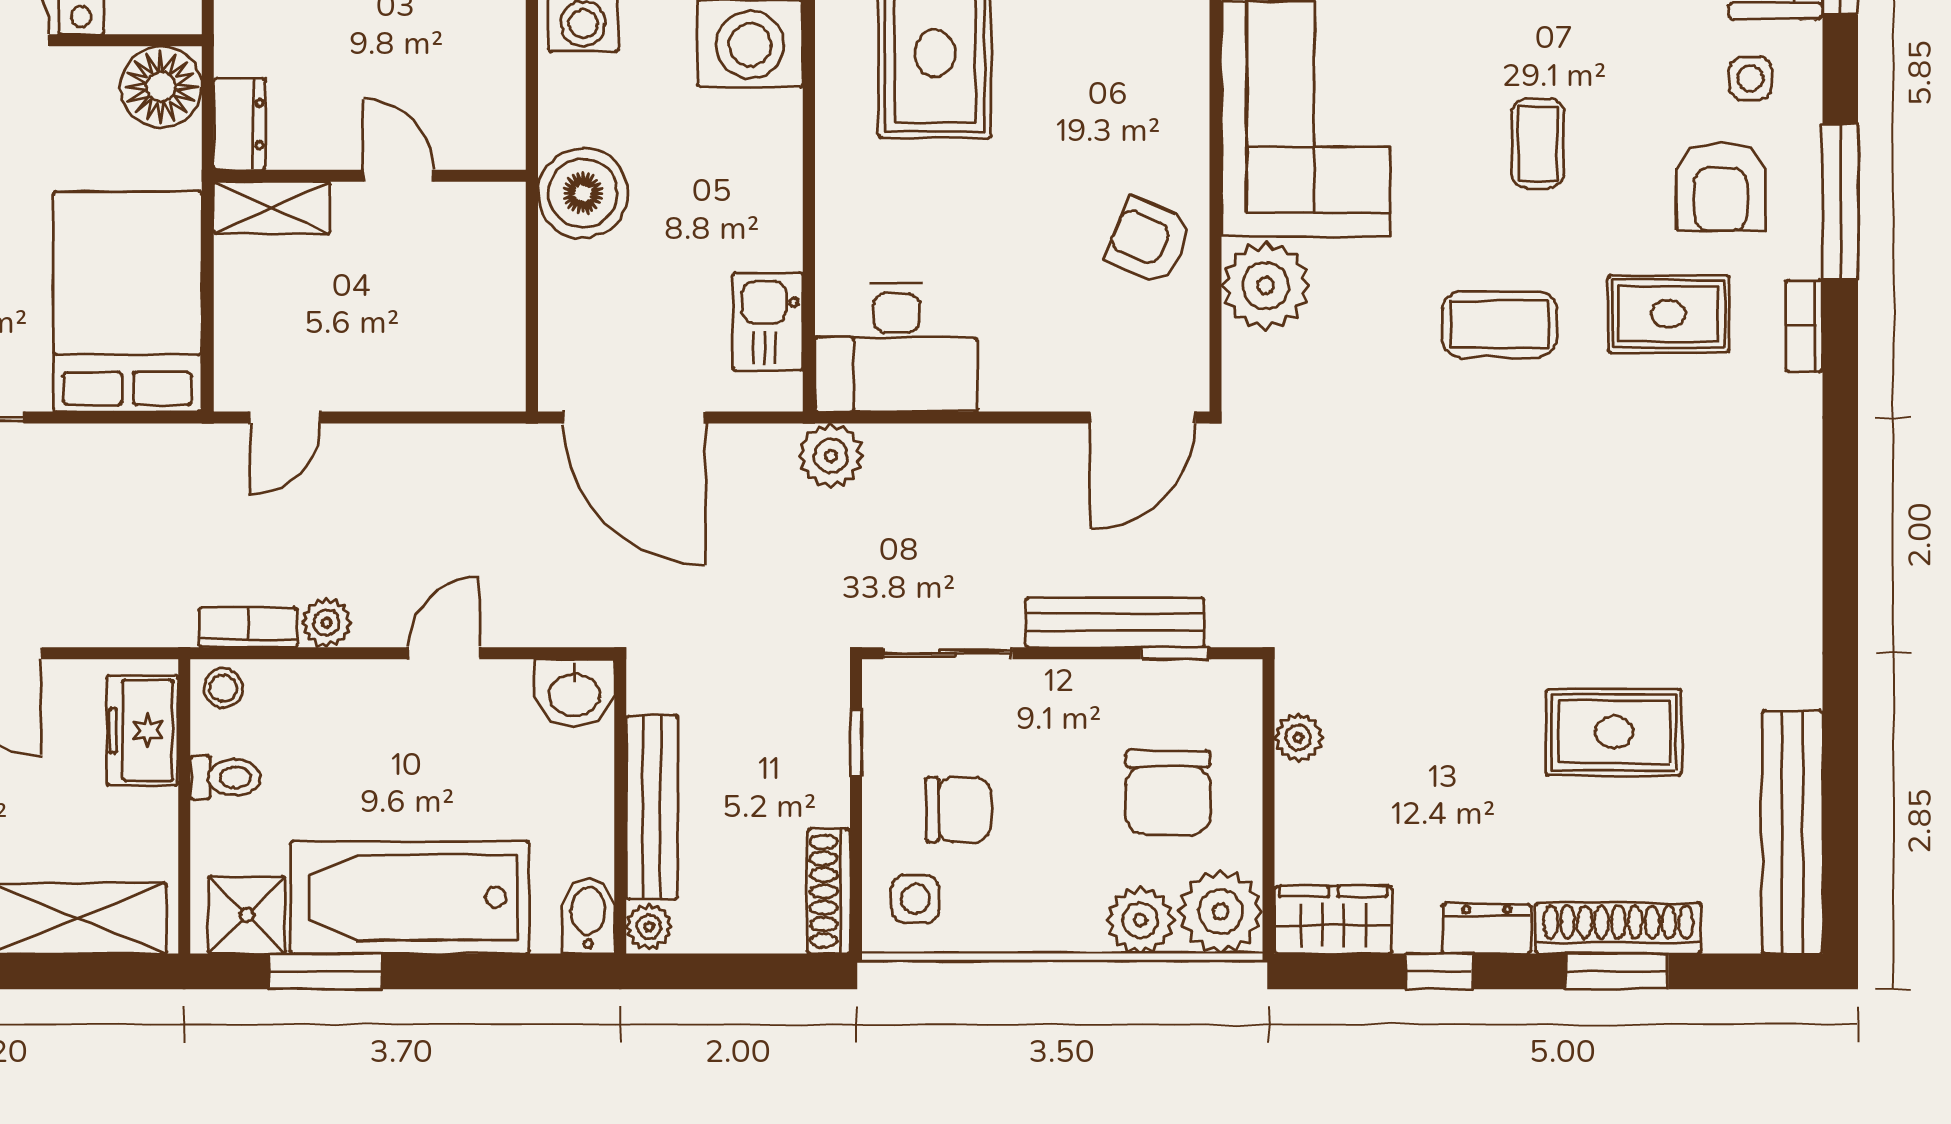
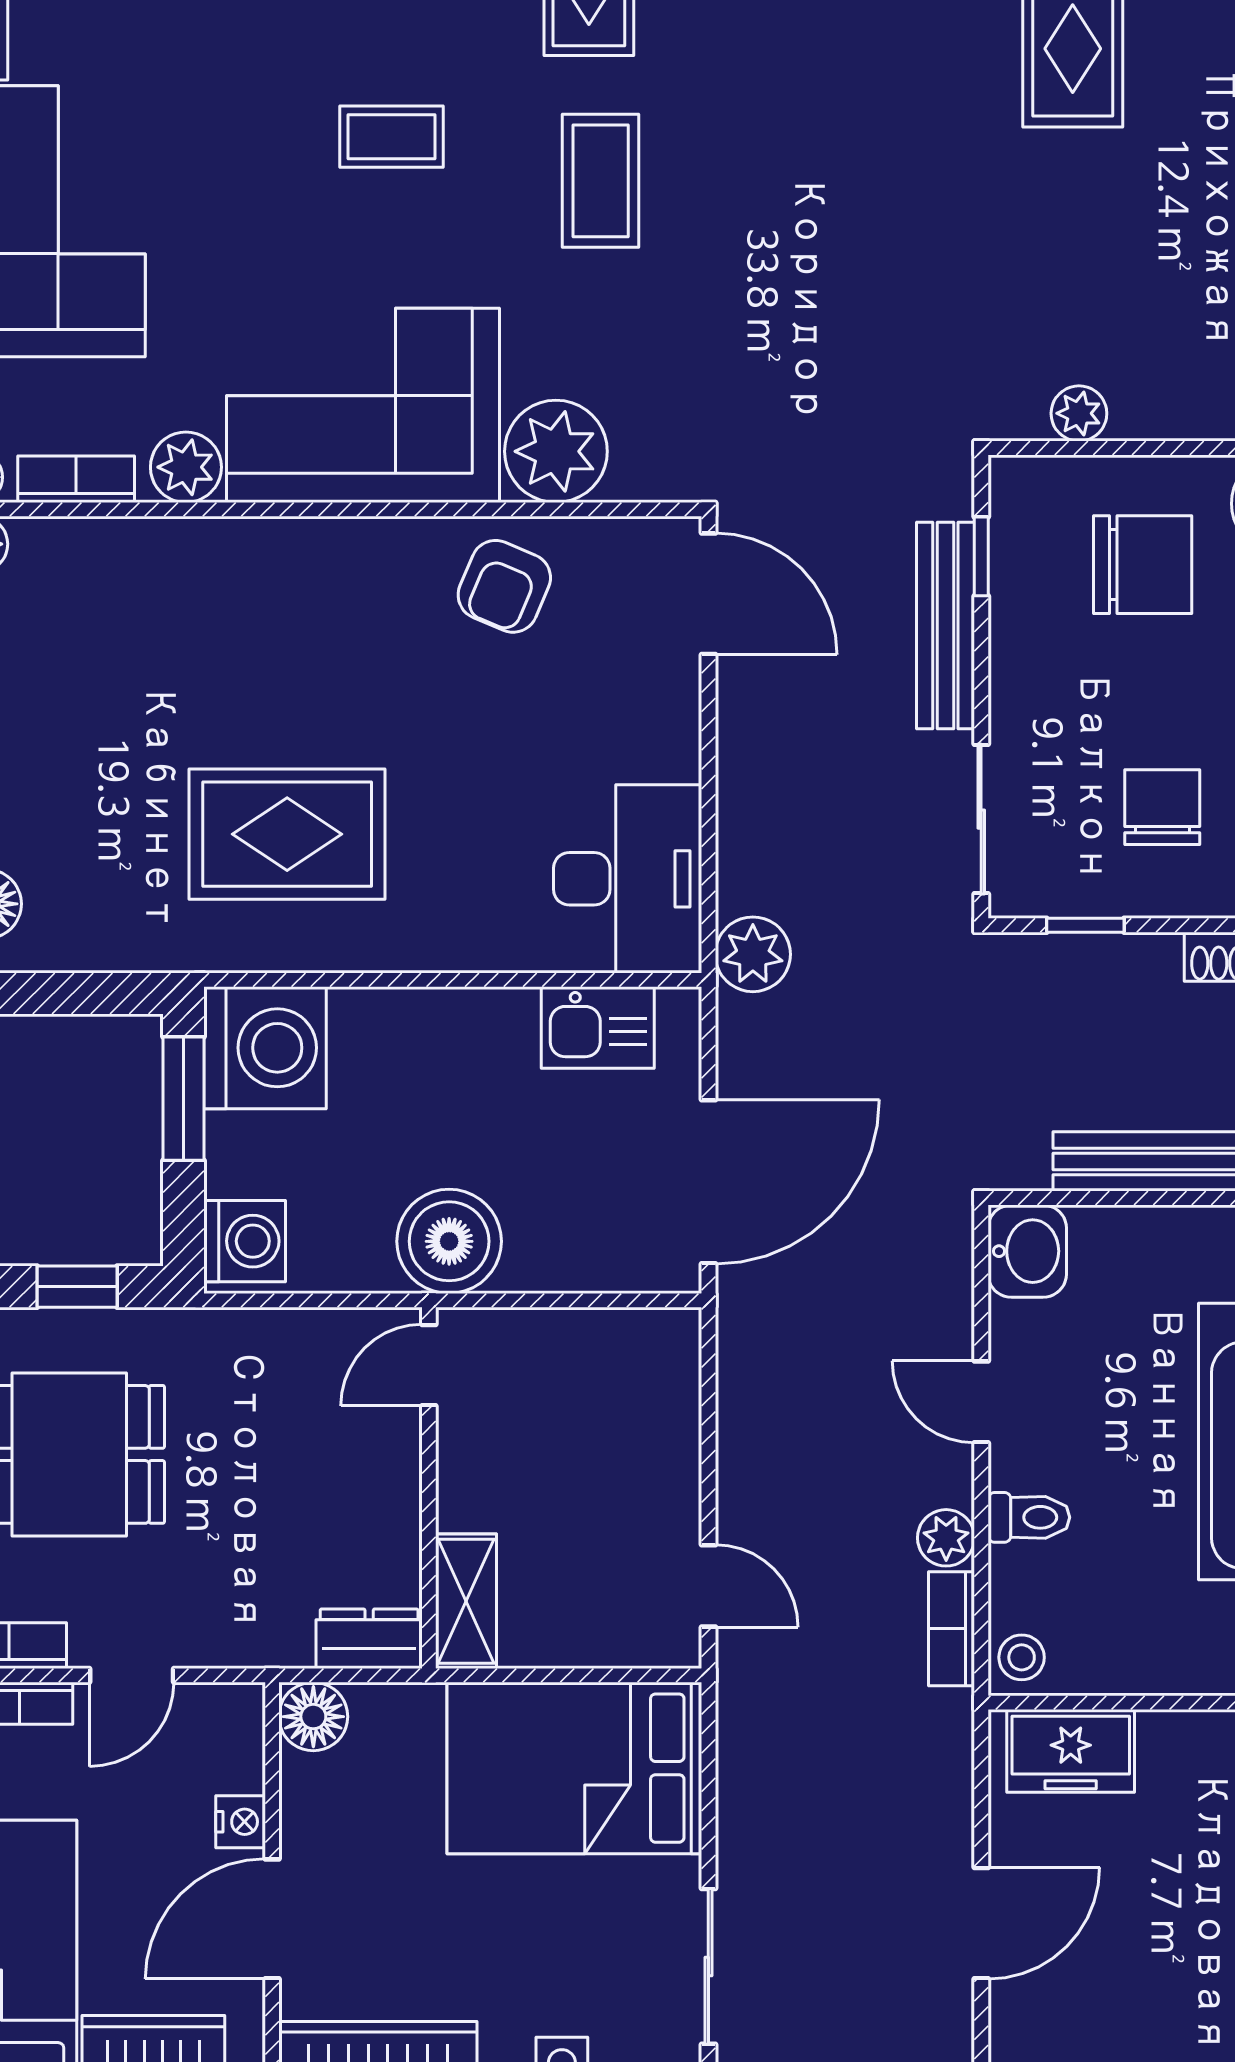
floor lamp: (161, 87) -> (313, 1717), width x0.73, depth x0.73
door: (398, 176) -> (429, 1365), moved
toilet: (225, 778) -> (1029, 1517), moved, turned 90

